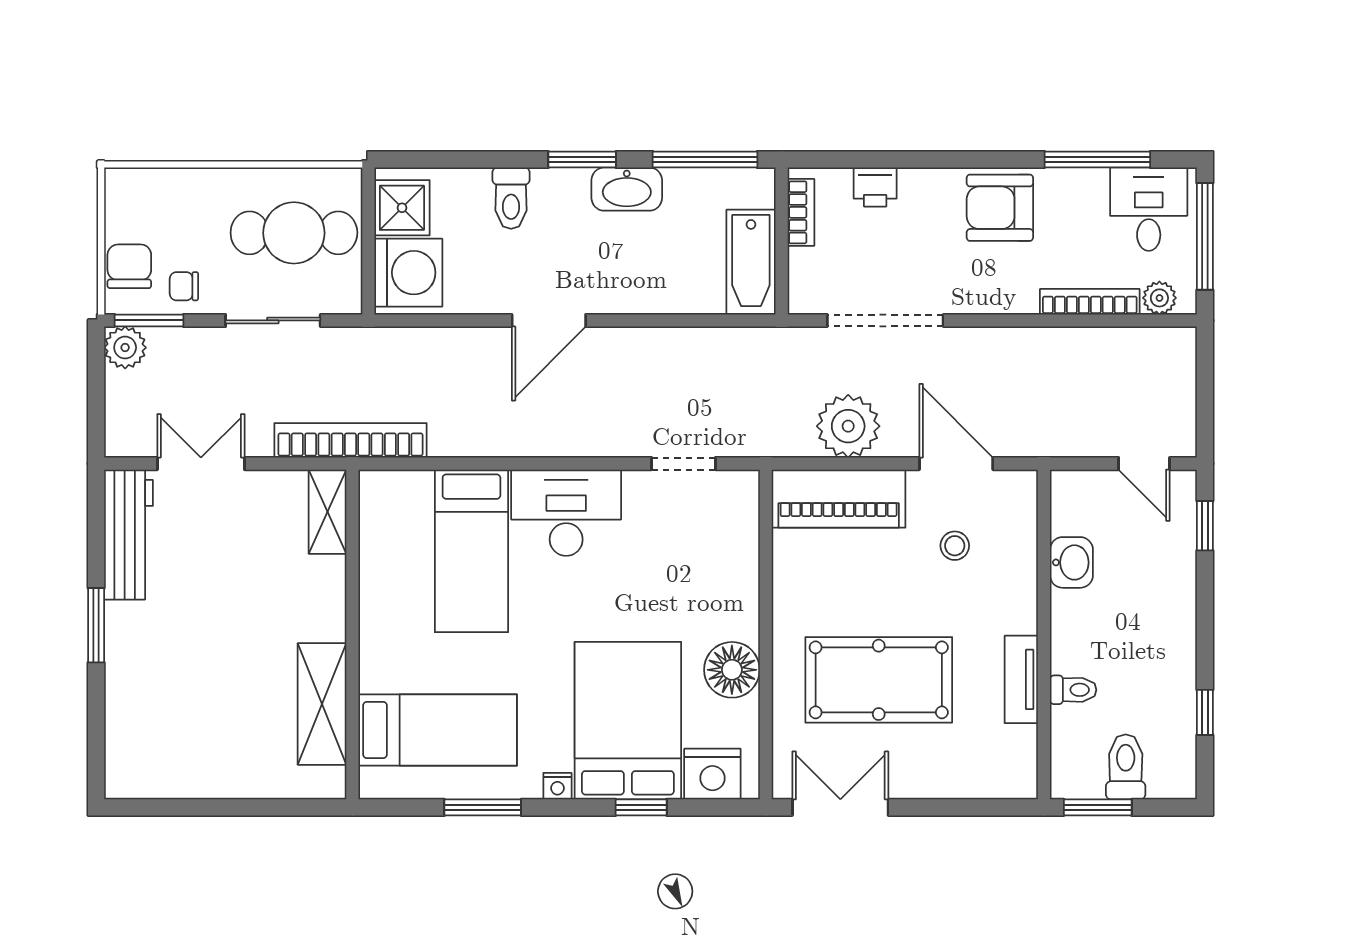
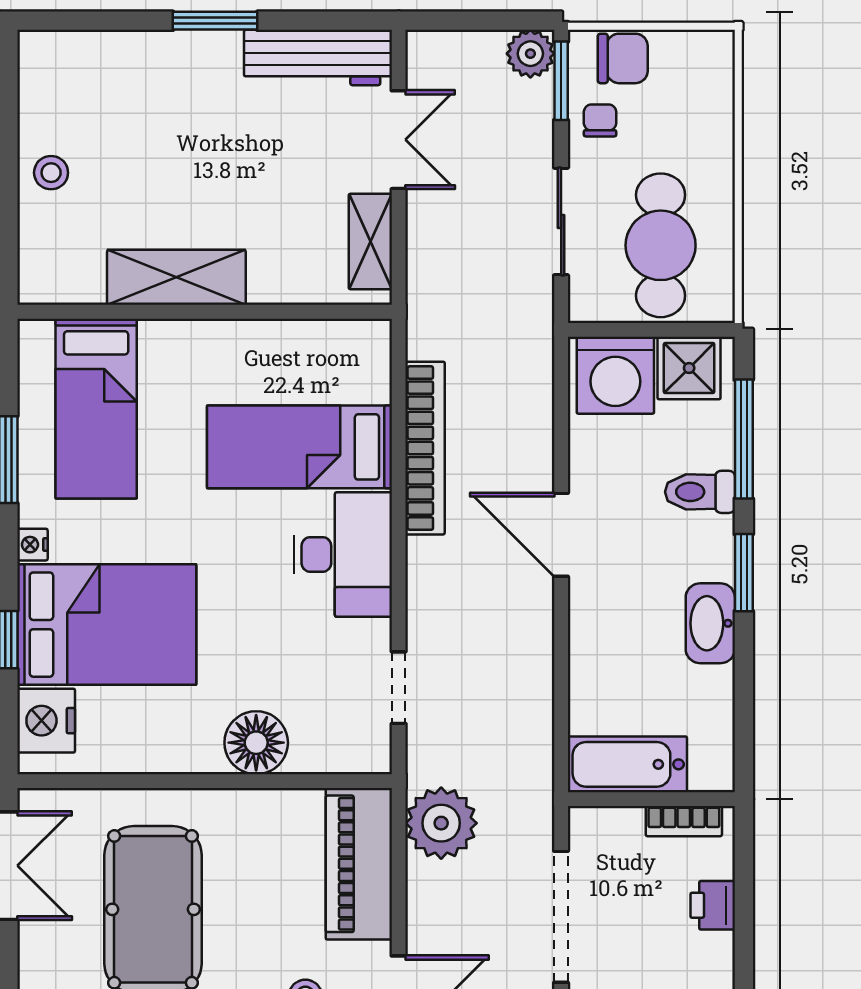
window: (705, 160) -> (744, 439), moved
plant: (848, 426) -> (441, 823), moved
bookcase: (350, 440) -> (425, 448), moved
shelving: (328, 512) -> (370, 242), moved, turned 90
floor lamp: (732, 670) -> (256, 743), moved
shelving: (322, 704) -> (176, 277), moved
stool: (230, 770) -> (51, 173), added

